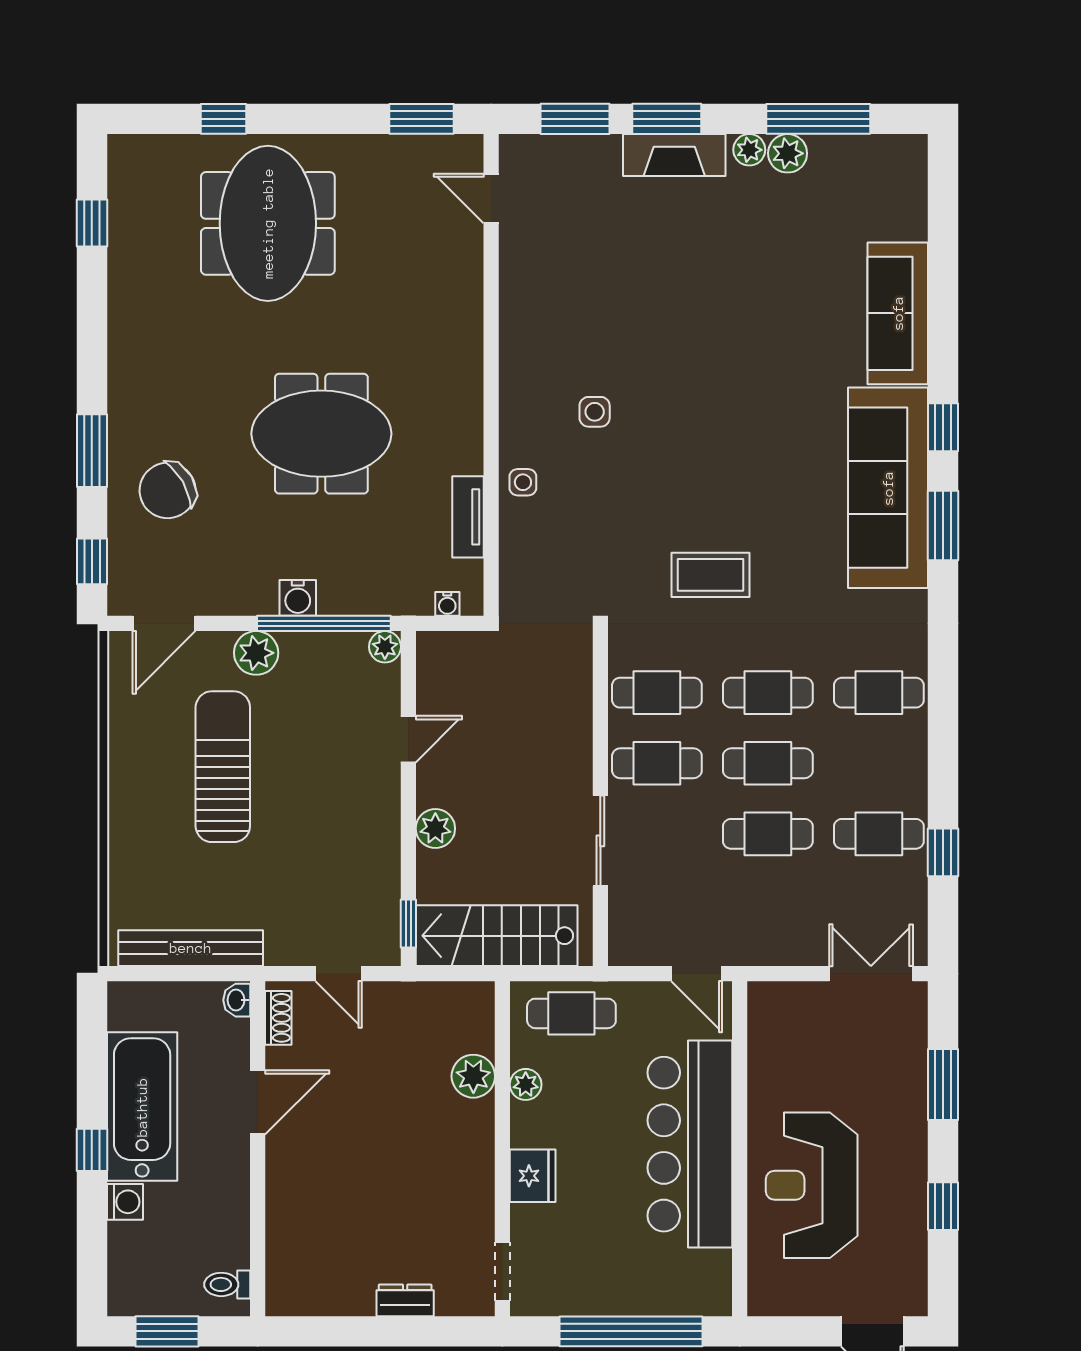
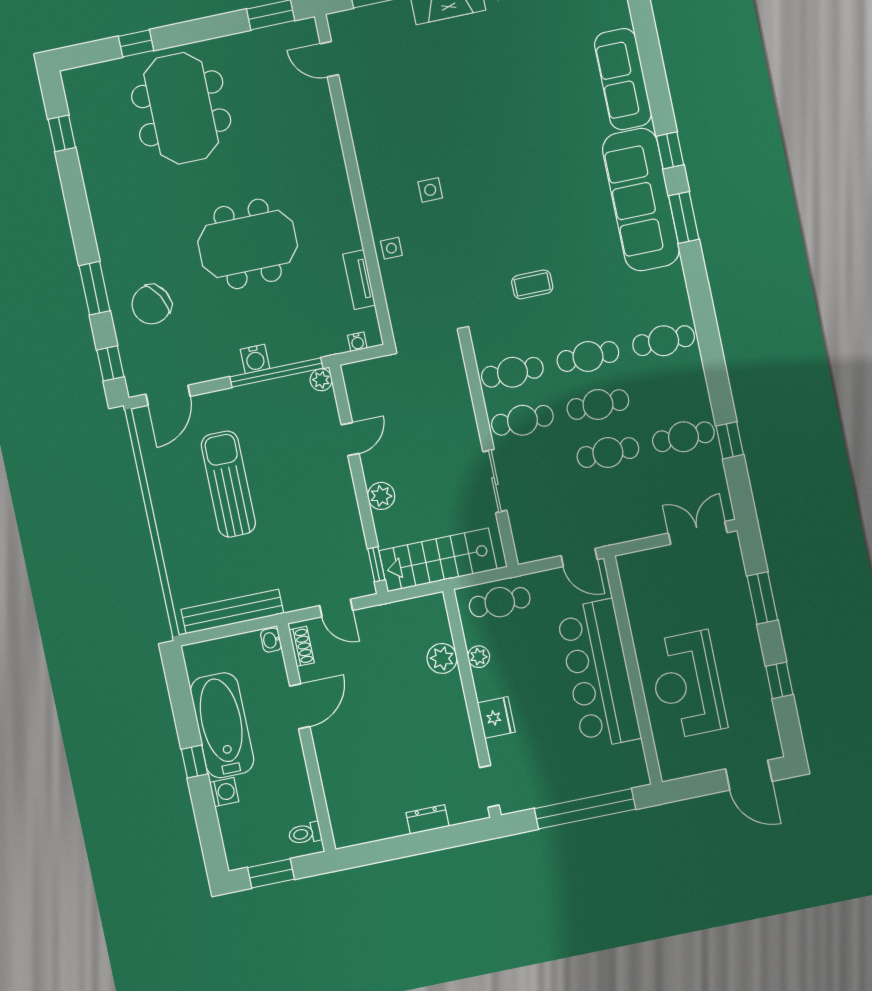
coffee table: (711, 575) -> (532, 284), width x0.73, depth x0.77
plant: (256, 653) -> (235, 402), removed

